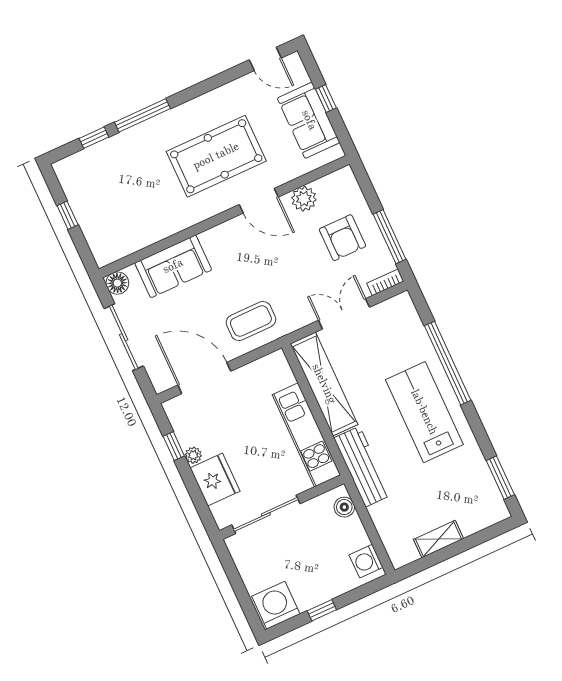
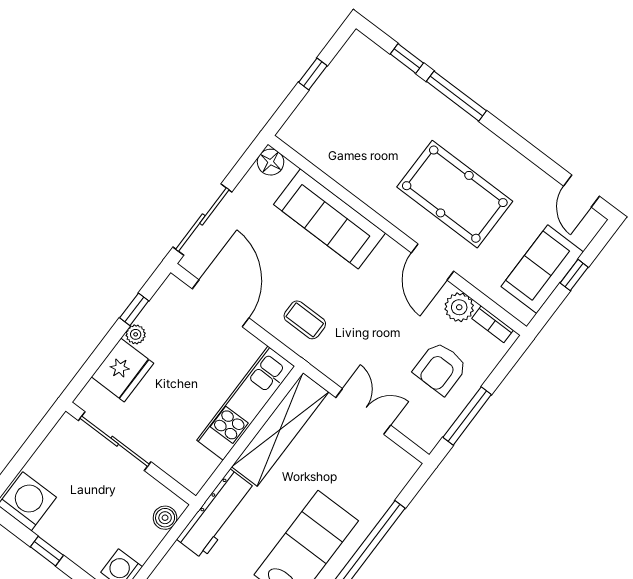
sofa: (173, 266) -> (329, 219), width x1.36
bookcase: (385, 282) -> (493, 324), moved, turned 180
coffee table: (251, 321) -> (305, 320), width x0.73, depth x0.77
sliding door: (124, 337) -> (202, 219), moved
kitchen unit: (306, 435) -> (246, 403), moved

